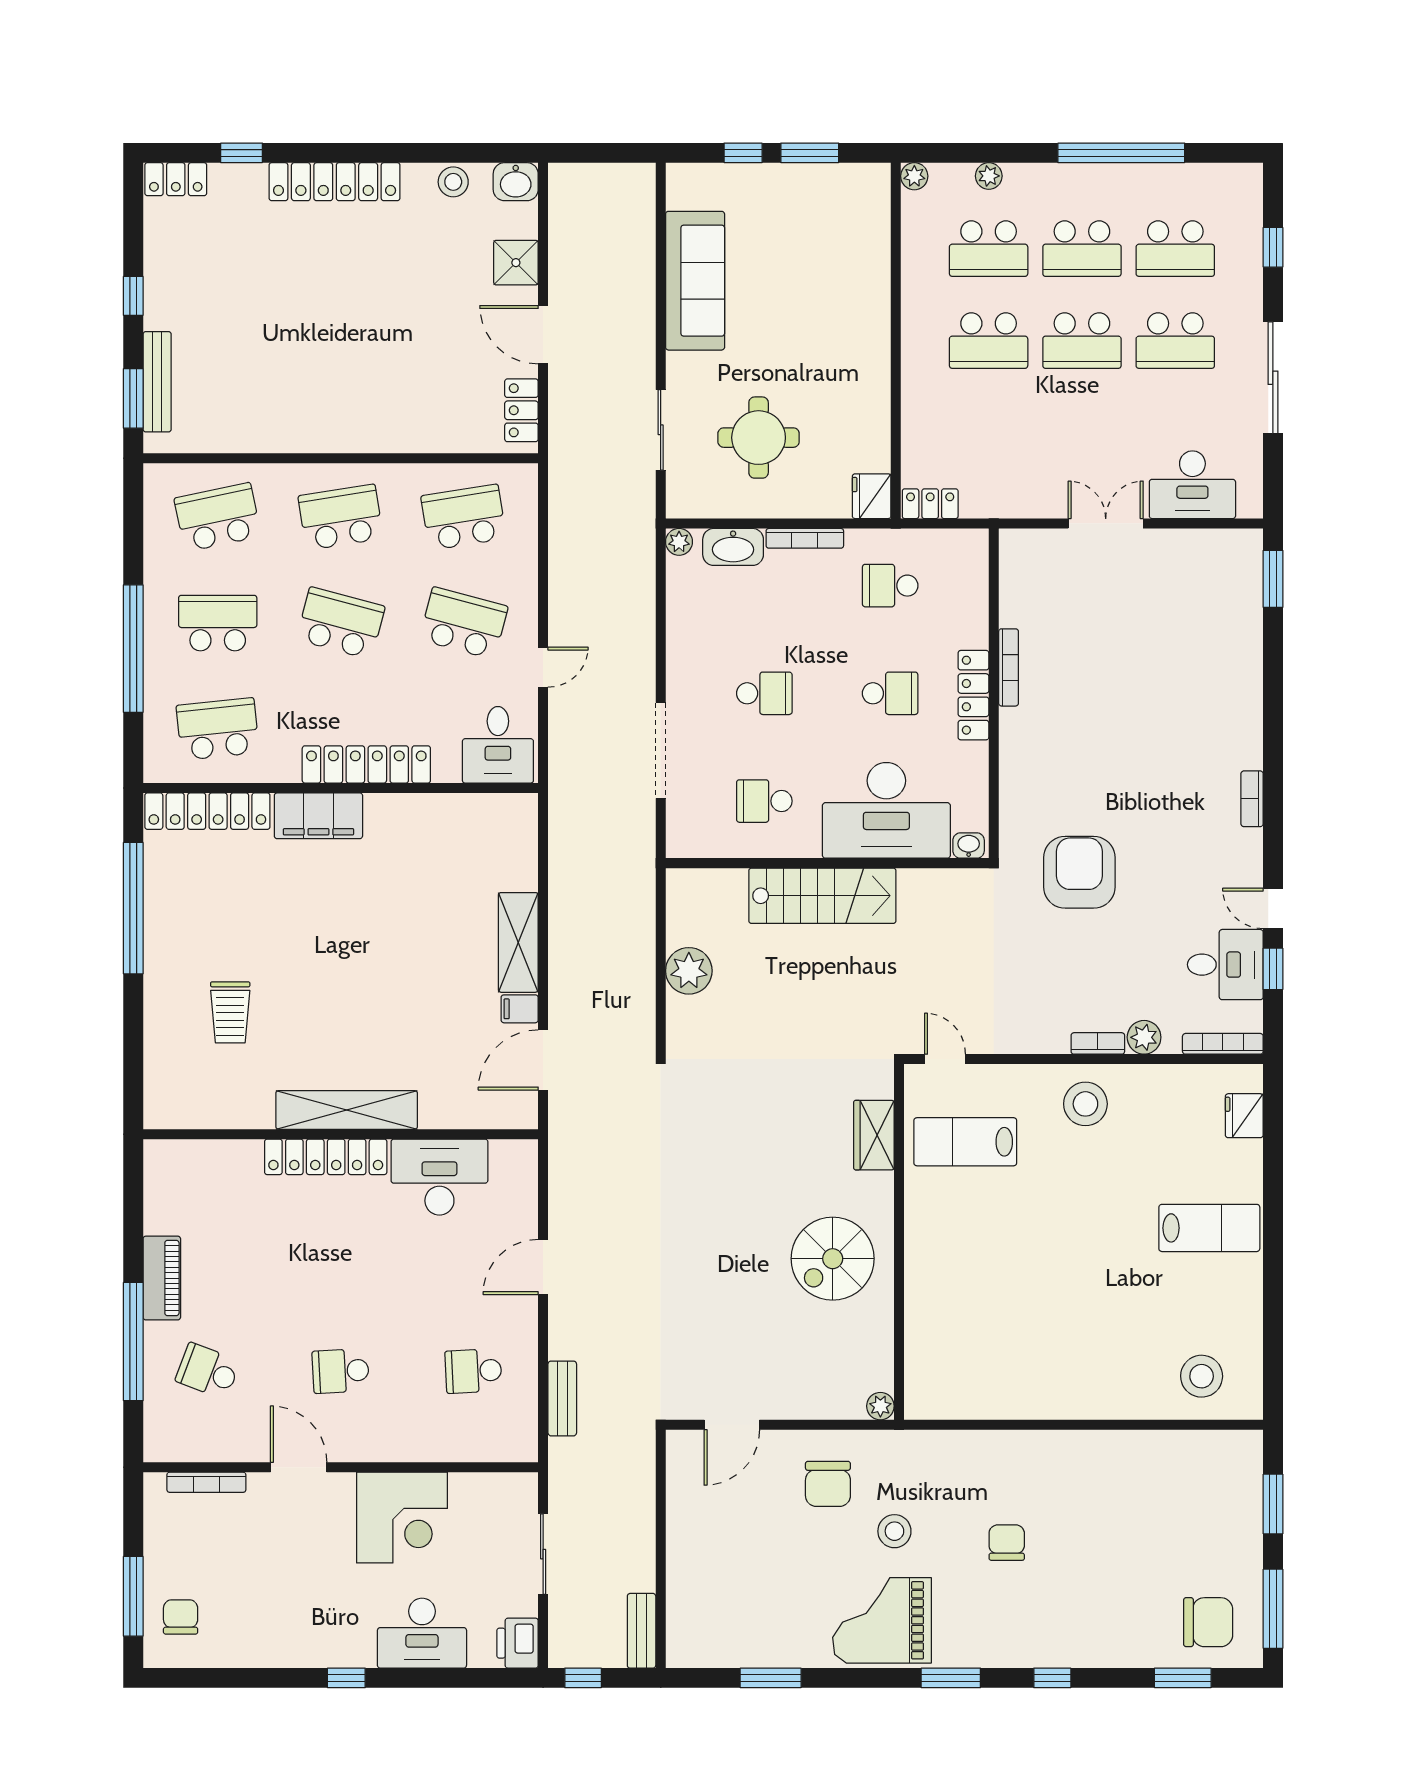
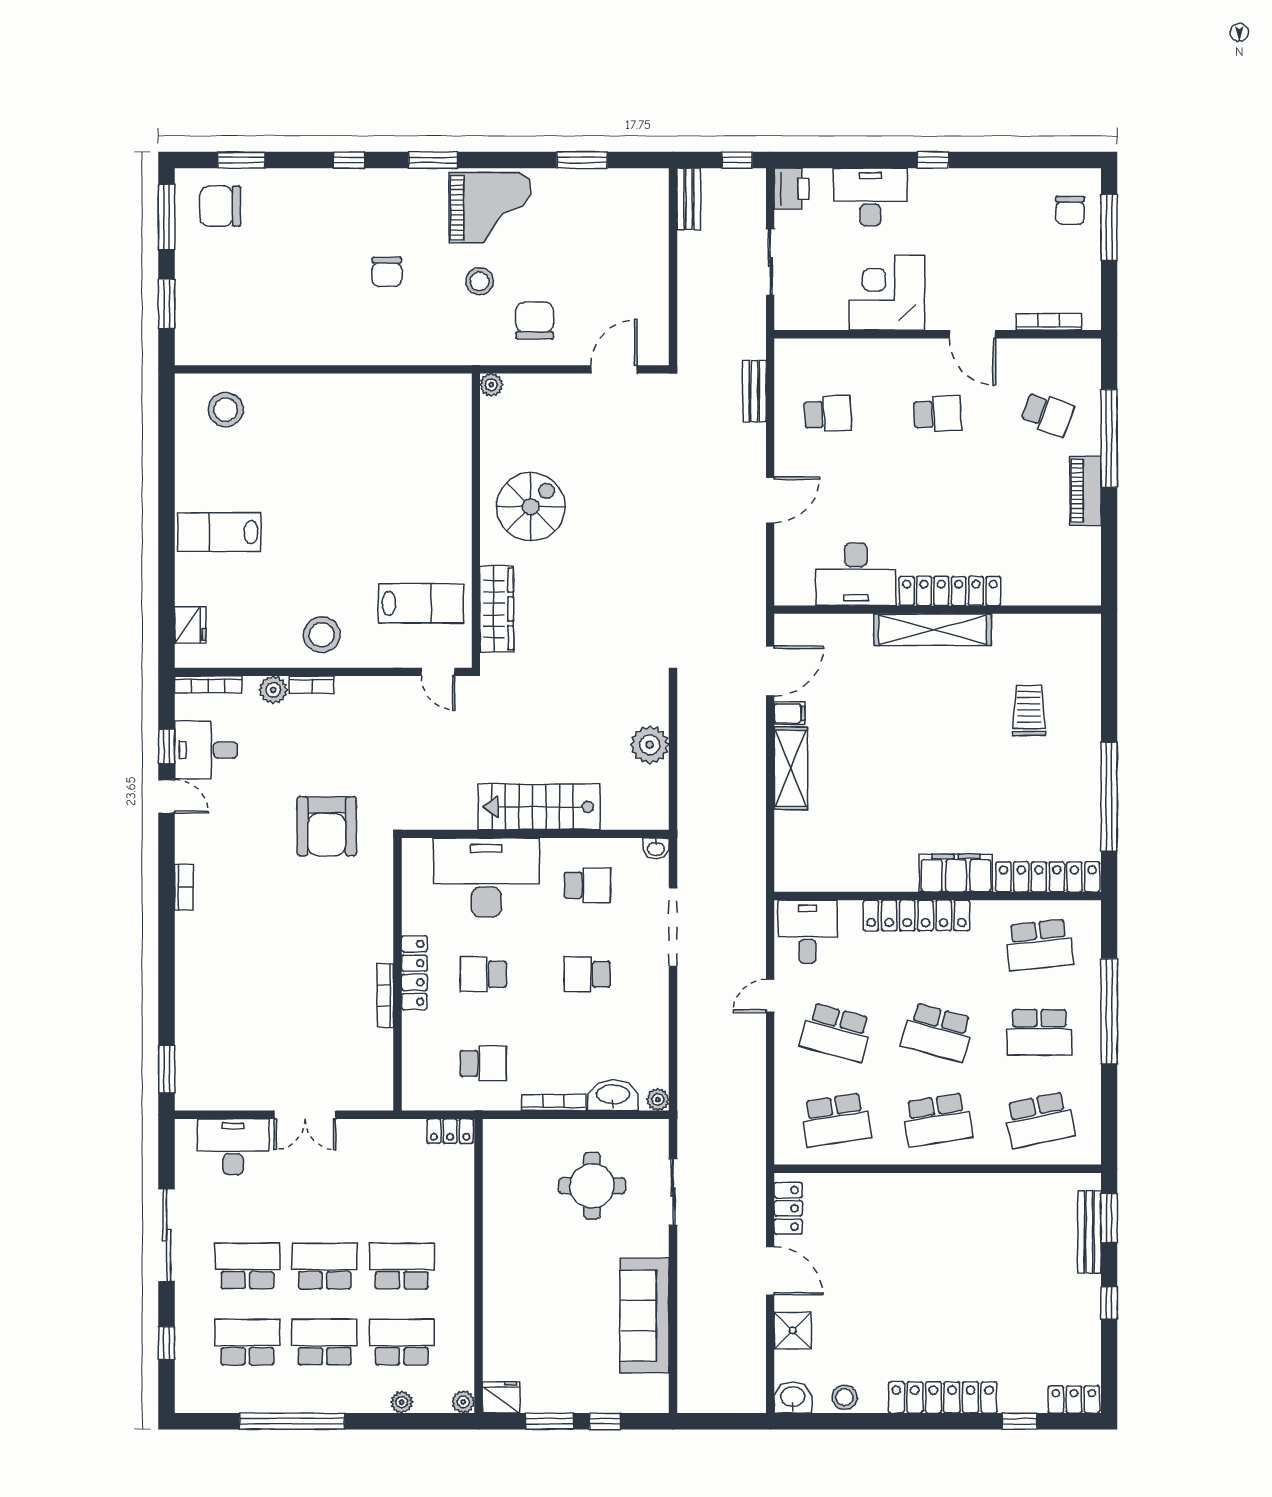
fridge: (872, 496) -> (501, 1397), moved, turned -90
washbasin: (969, 846) -> (656, 848), moved
wardrobe: (874, 1135) -> (497, 609), width x1.50

